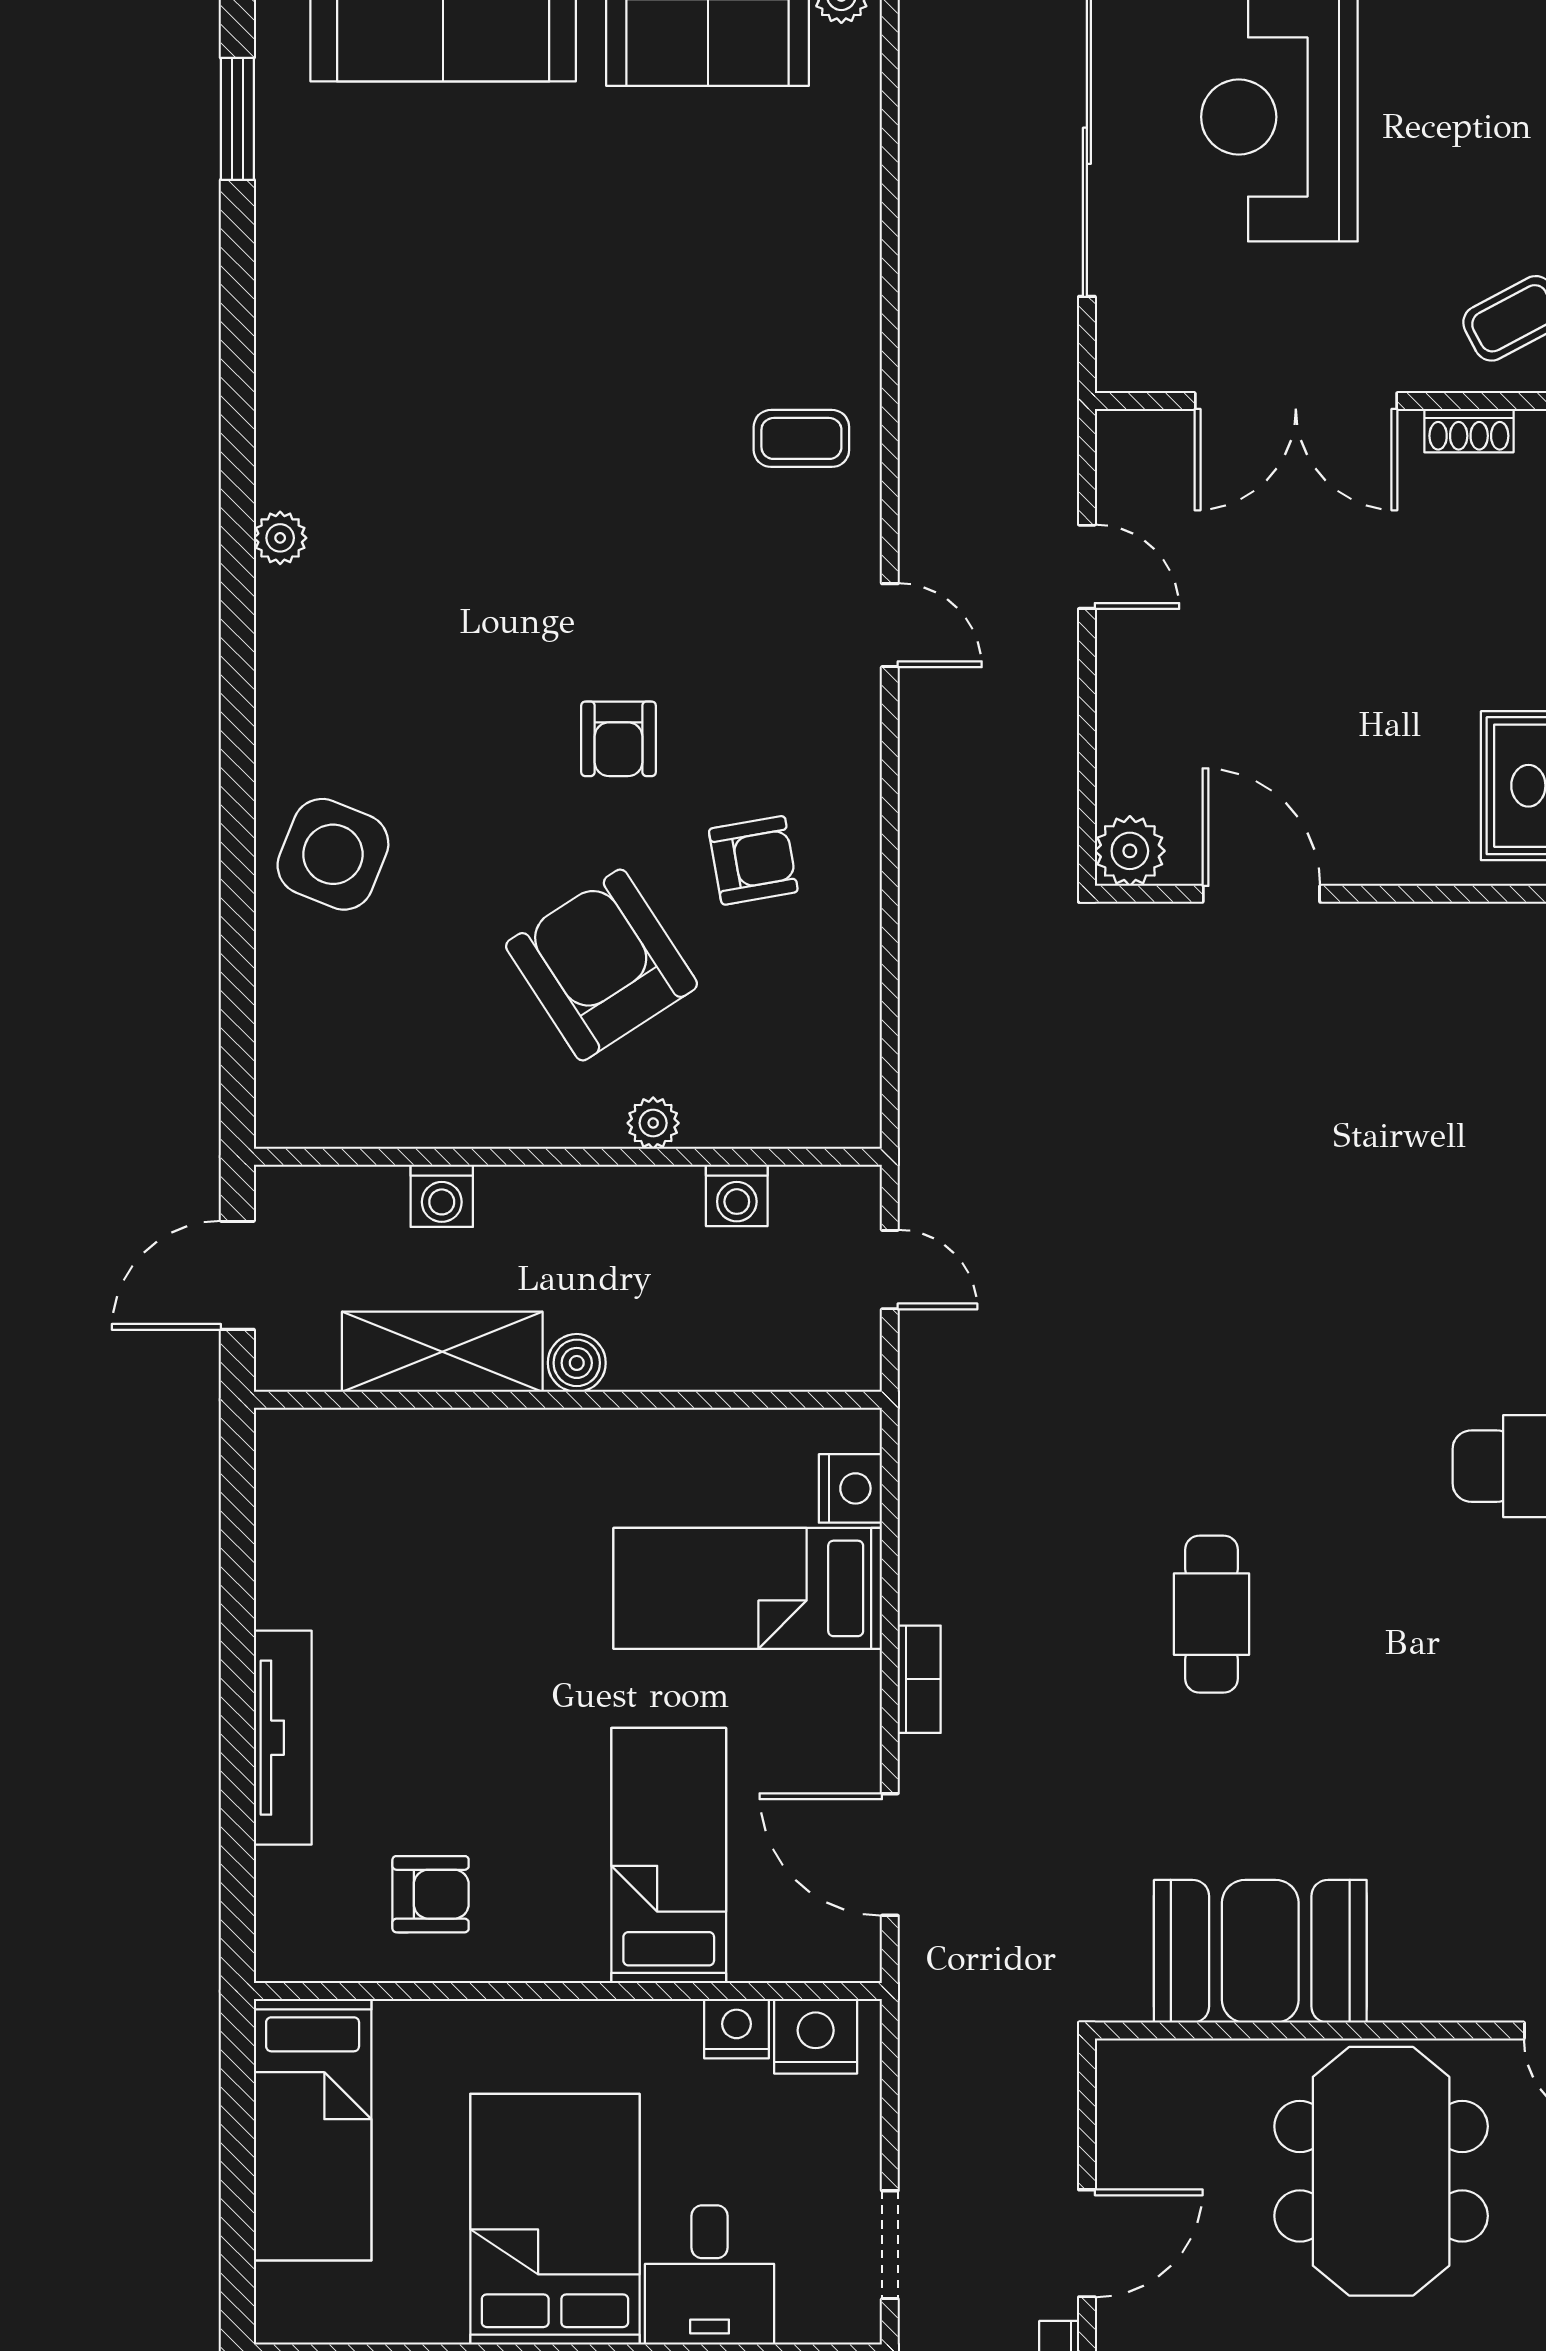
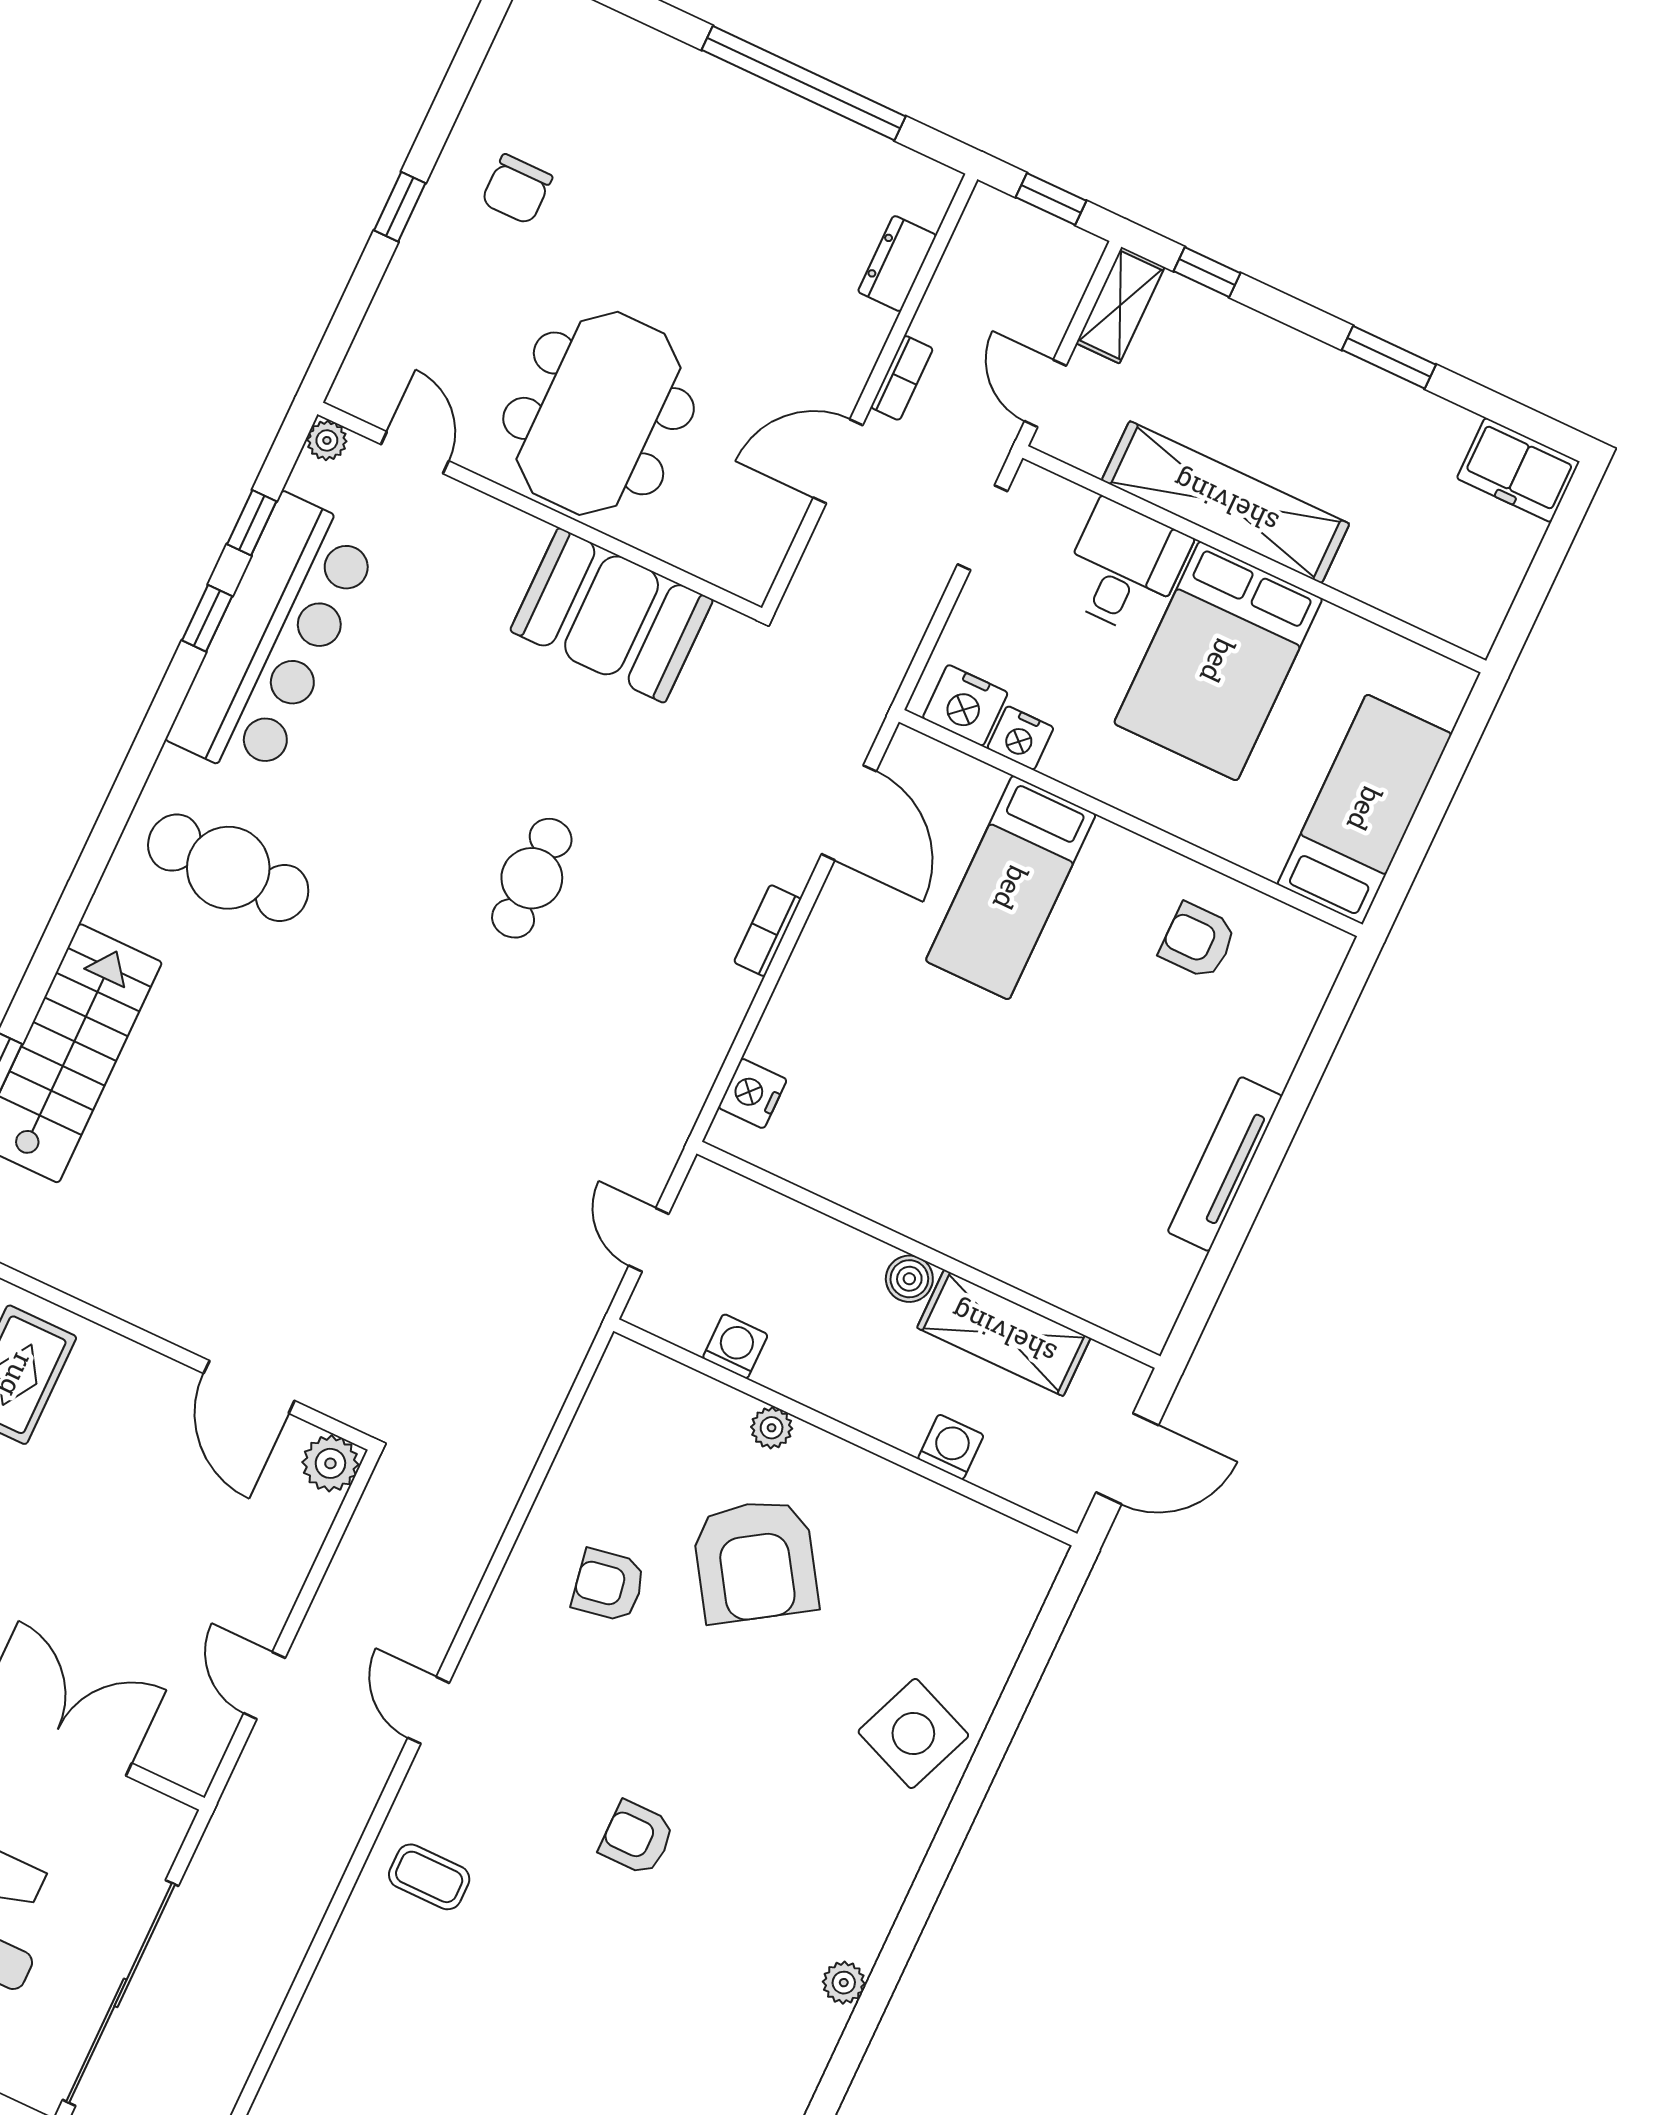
armchair: (619, 739) -> (637, 1838), moved, turned -90
bed: (748, 1588) -> (862, 1056), removed
tv unit: (283, 1738) -> (1225, 1164), moved

